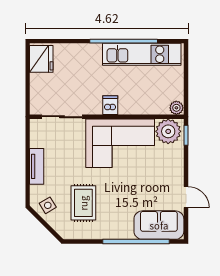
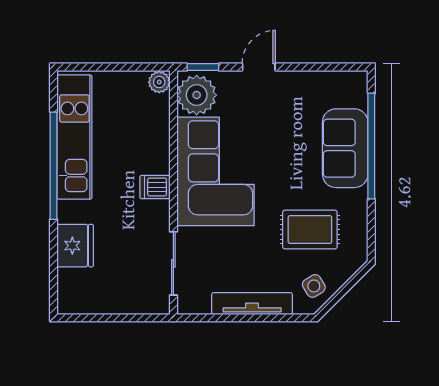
fridge: (41, 59) -> (75, 246), moved, turned 90
tv unit: (37, 166) -> (252, 304), width x1.41
door: (186, 197) -> (259, 67), moved
sofa: (159, 225) -> (345, 148), moved

